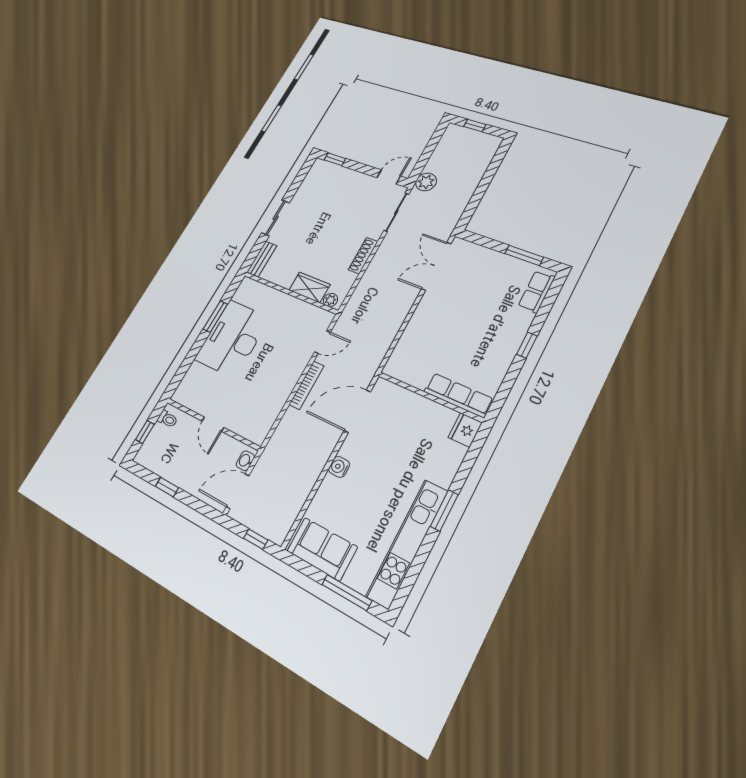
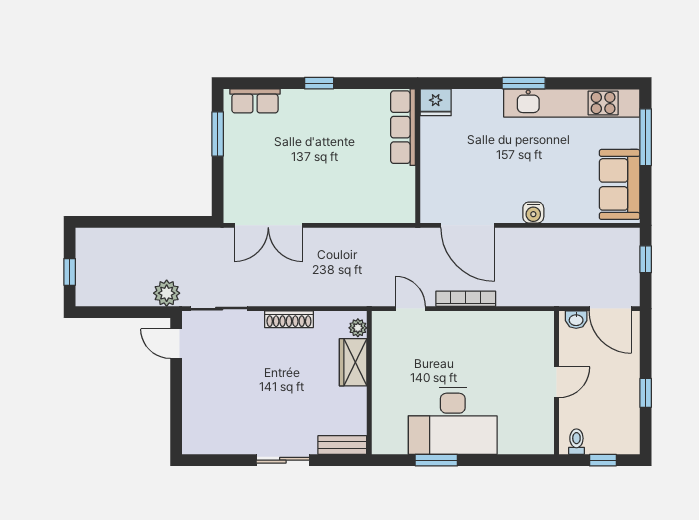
window: (335, 159) -> (176, 428), removed

